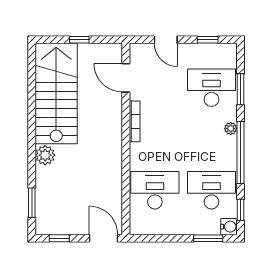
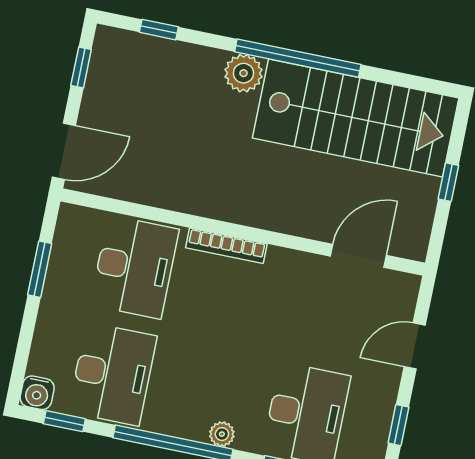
bookcase: (135, 121) -> (226, 246), moved
window: (32, 129) -> (298, 58), added
window: (32, 203) -> (159, 30), width x0.67
window: (208, 238) -> (40, 269), moved

